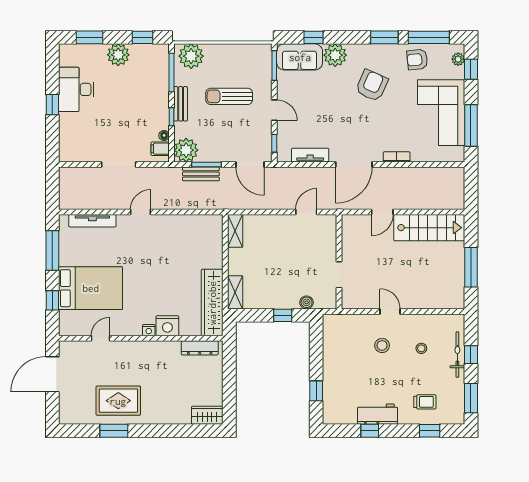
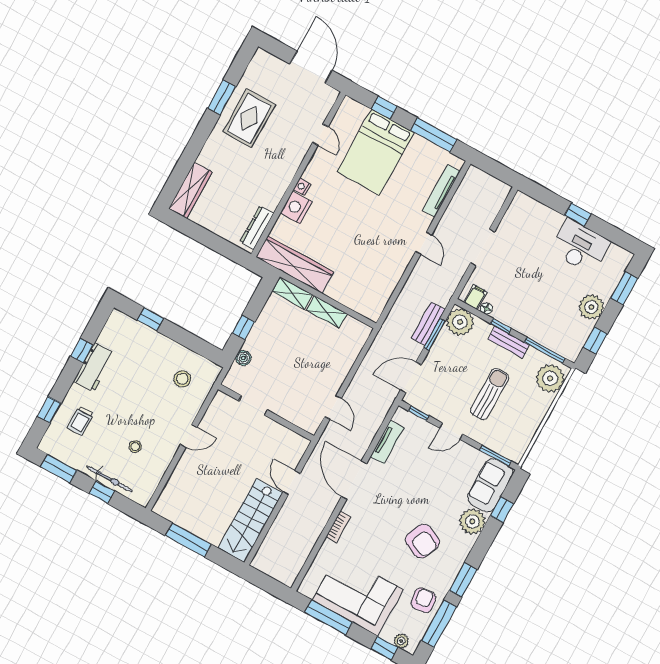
shelving: (235, 231) -> (327, 312), moved
stool: (382, 345) -> (182, 379), moved
wardrobe: (207, 415) -> (190, 190), width x1.50

